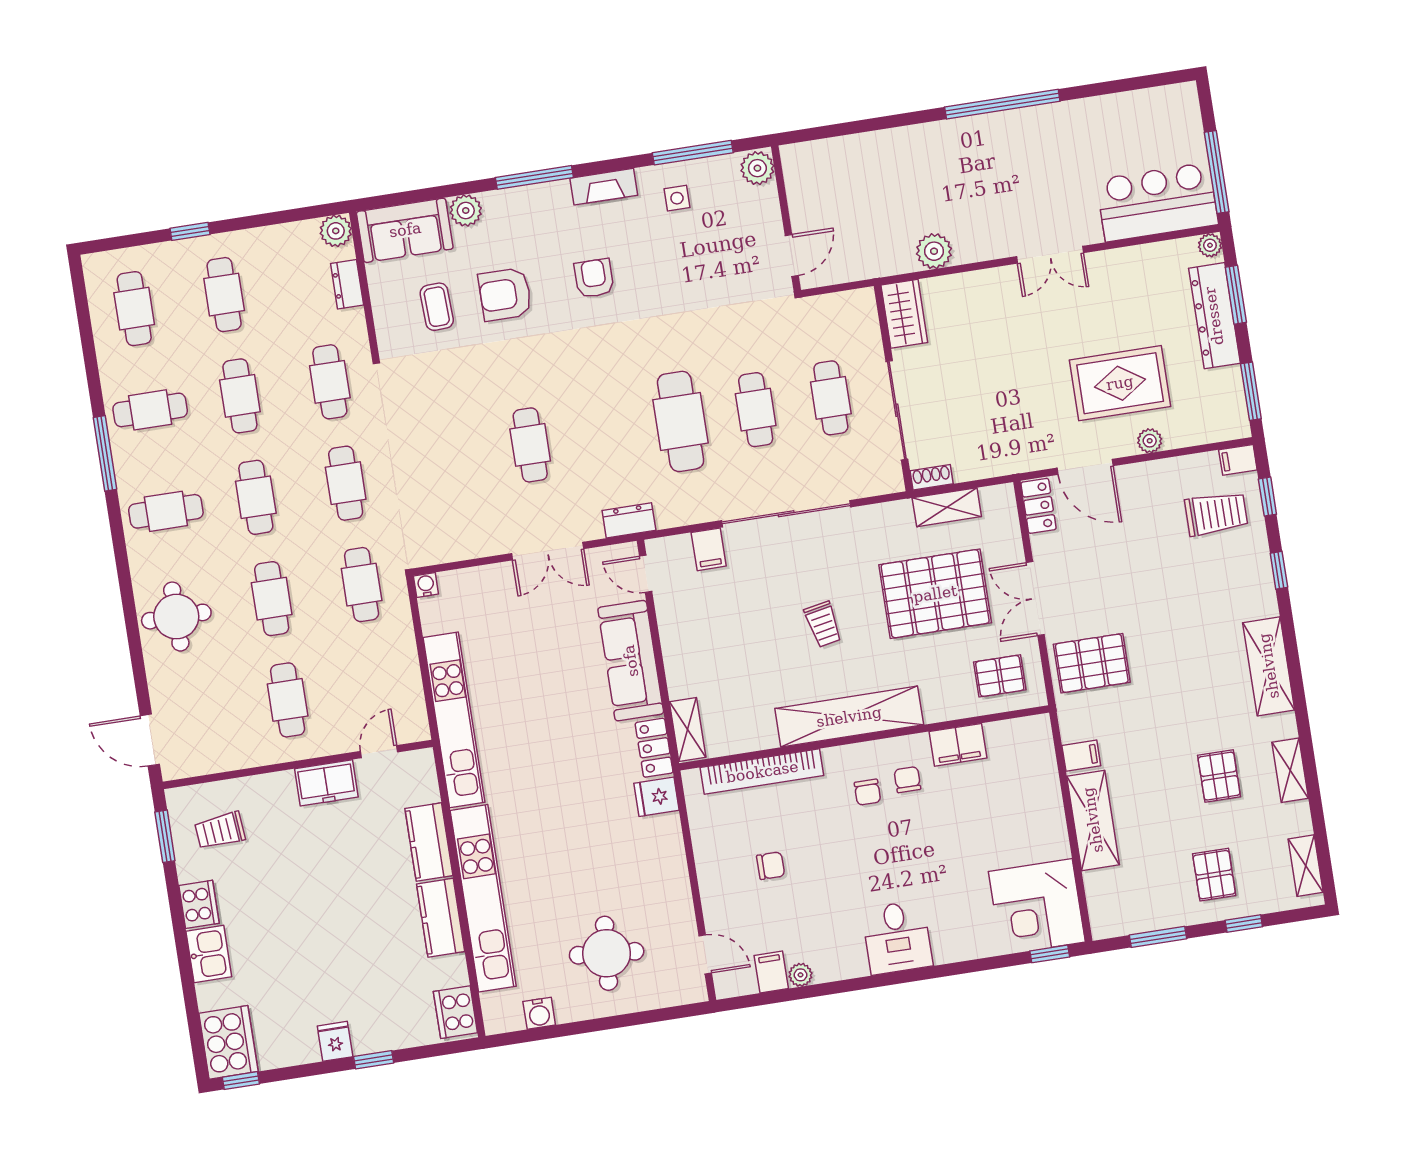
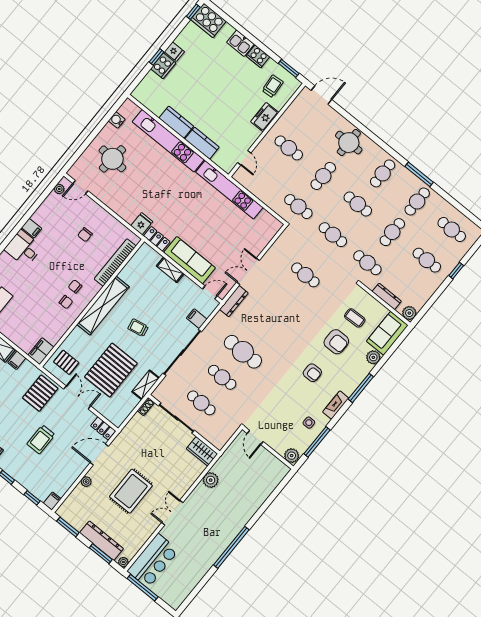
dresser: (347, 284) -> (387, 296), width x1.44
armchair: (505, 294) -> (336, 342), turned 90
rug: (1120, 383) -> (131, 491), moved
cafe table: (240, 396) -> (392, 232), turned 90
cafe table: (530, 445) -> (305, 275), moved
shelving: (947, 507) -> (146, 385), moved
trolley: (1216, 514) -> (41, 439), moved
dresser: (629, 520) -> (234, 301), width x1.44
water cooler: (426, 585) -> (278, 225), removed
cafe table: (272, 599) -> (323, 176), turned 90
pallet: (1000, 676) -> (66, 362), turned 90
shelving: (688, 729) -> (170, 270), moved
filing cabinet: (958, 745) -> (41, 351), moved
freezer: (326, 783) -> (265, 117), moved
filing cabinet: (771, 972) -> (32, 228), moved
plant: (800, 975) -> (59, 189), moved
cooker: (455, 1012) -> (163, 66), moved, turned 90

